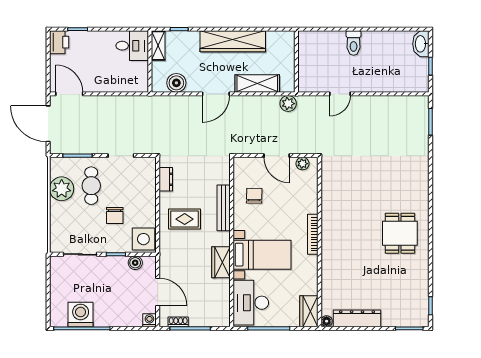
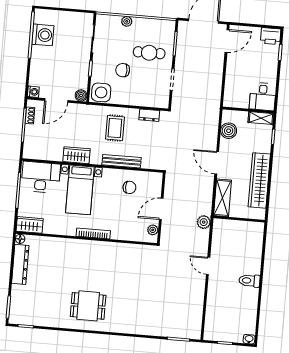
washbasin: (421, 44) -> (249, 339), width x0.52, depth x0.69
wall: (296, 62) -> (239, 219), moved
plant: (62, 189) -> (127, 21), moved, width x0.53, depth x0.53
boiler: (135, 263) -> (81, 95), moved

